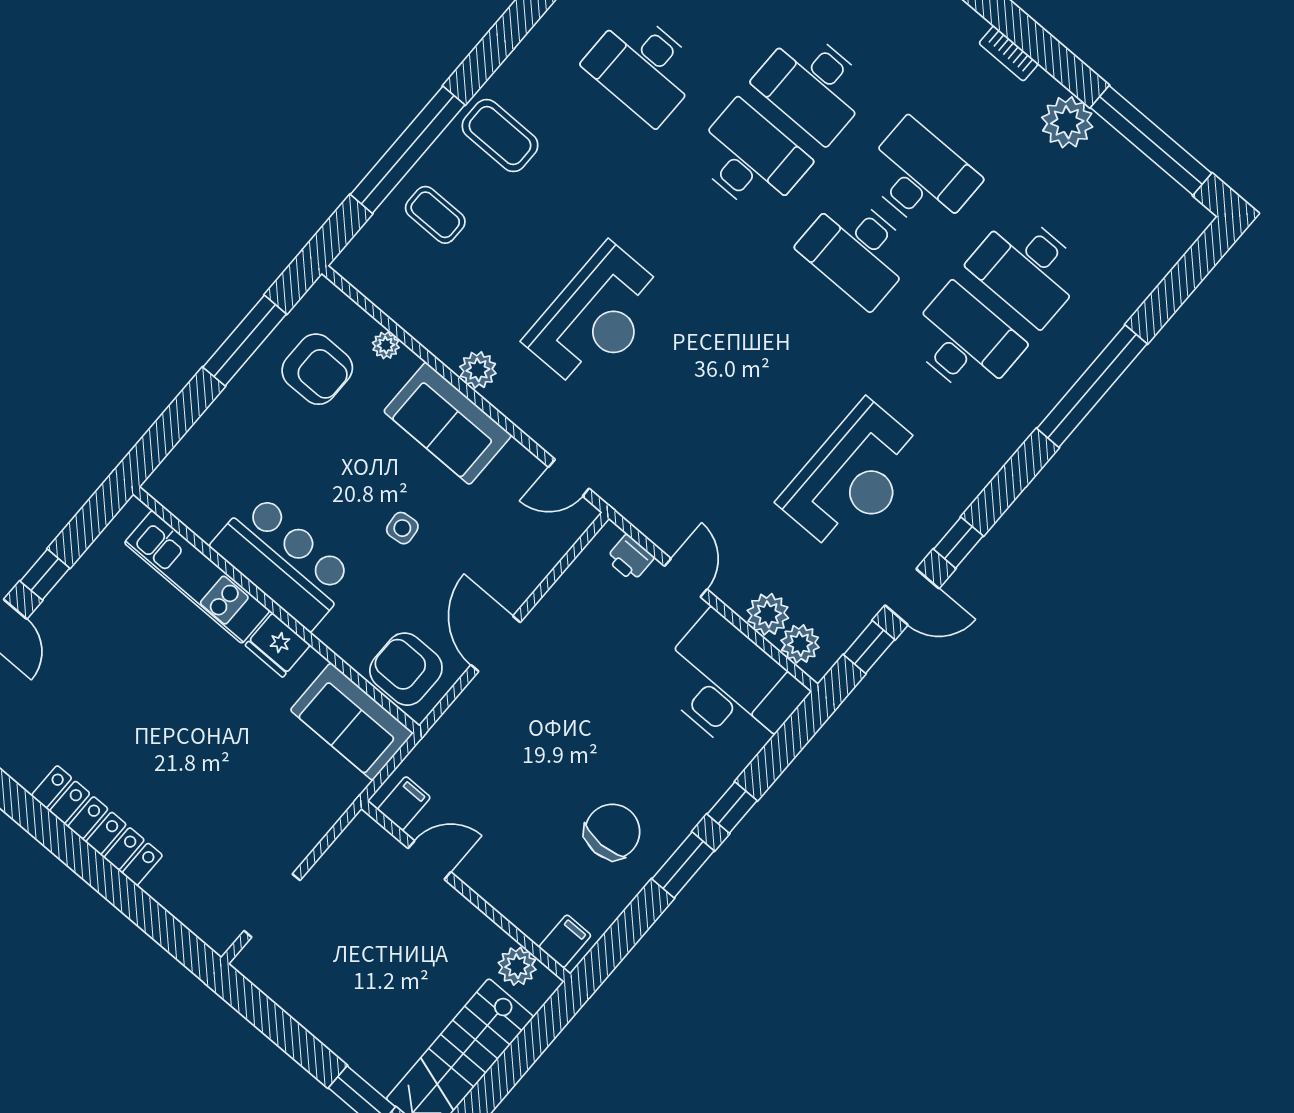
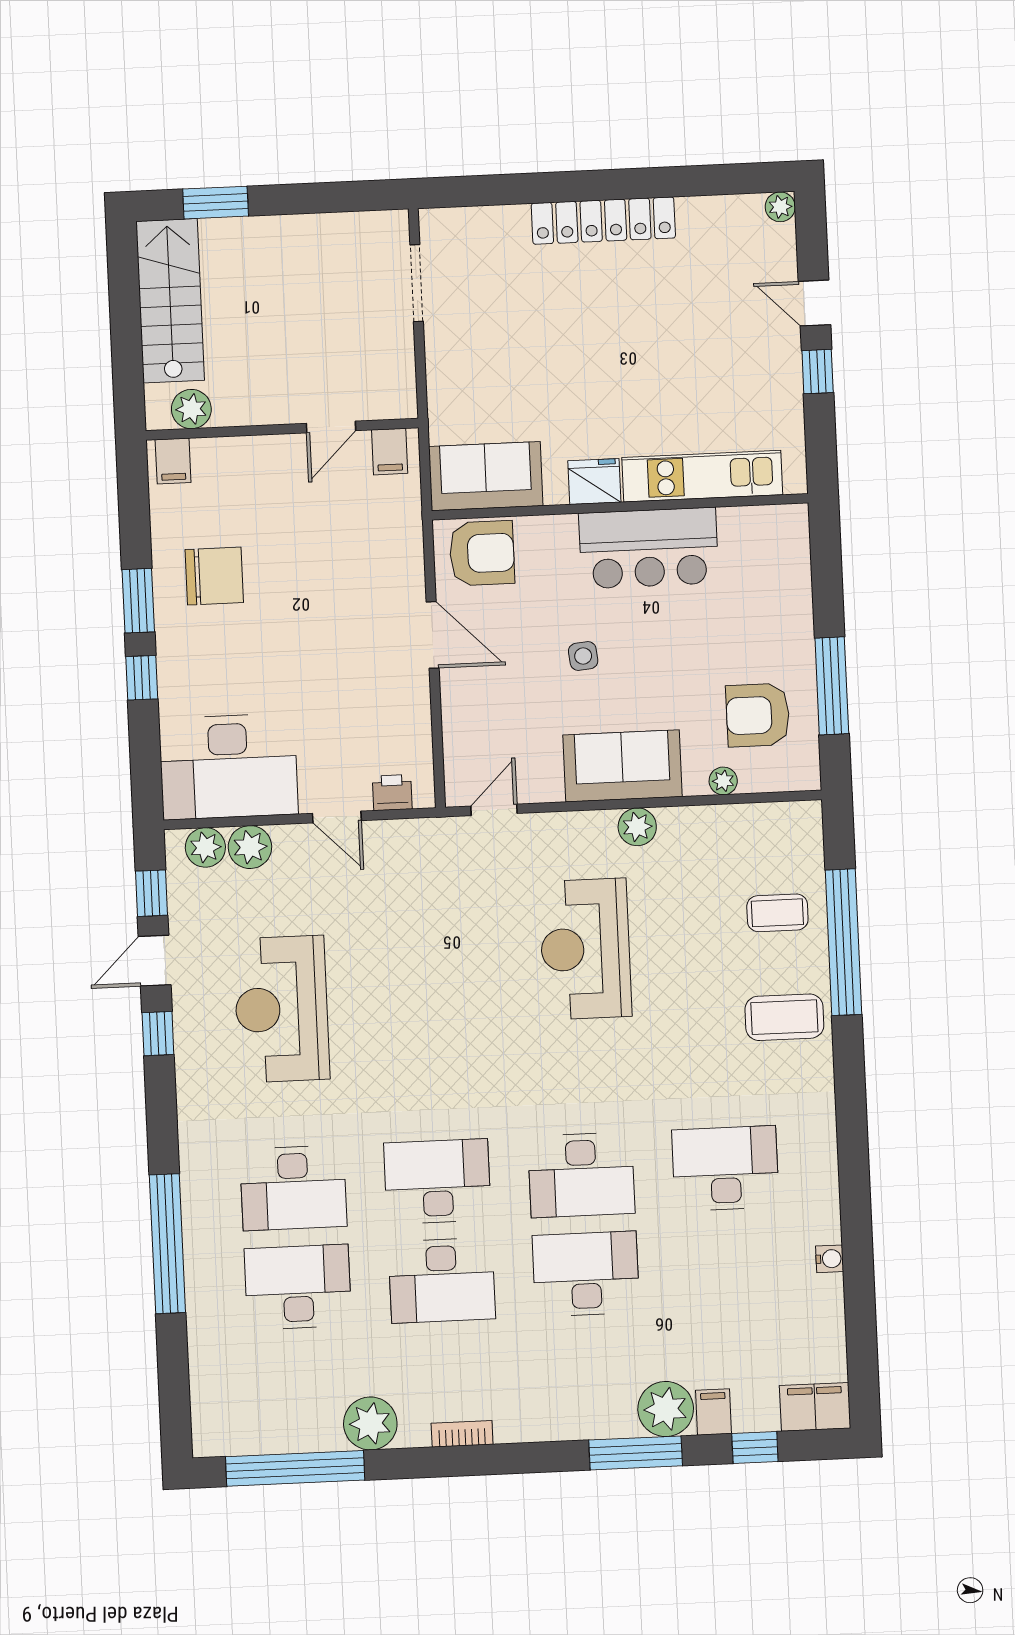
chair: (612, 832) -> (214, 576), turned -90

